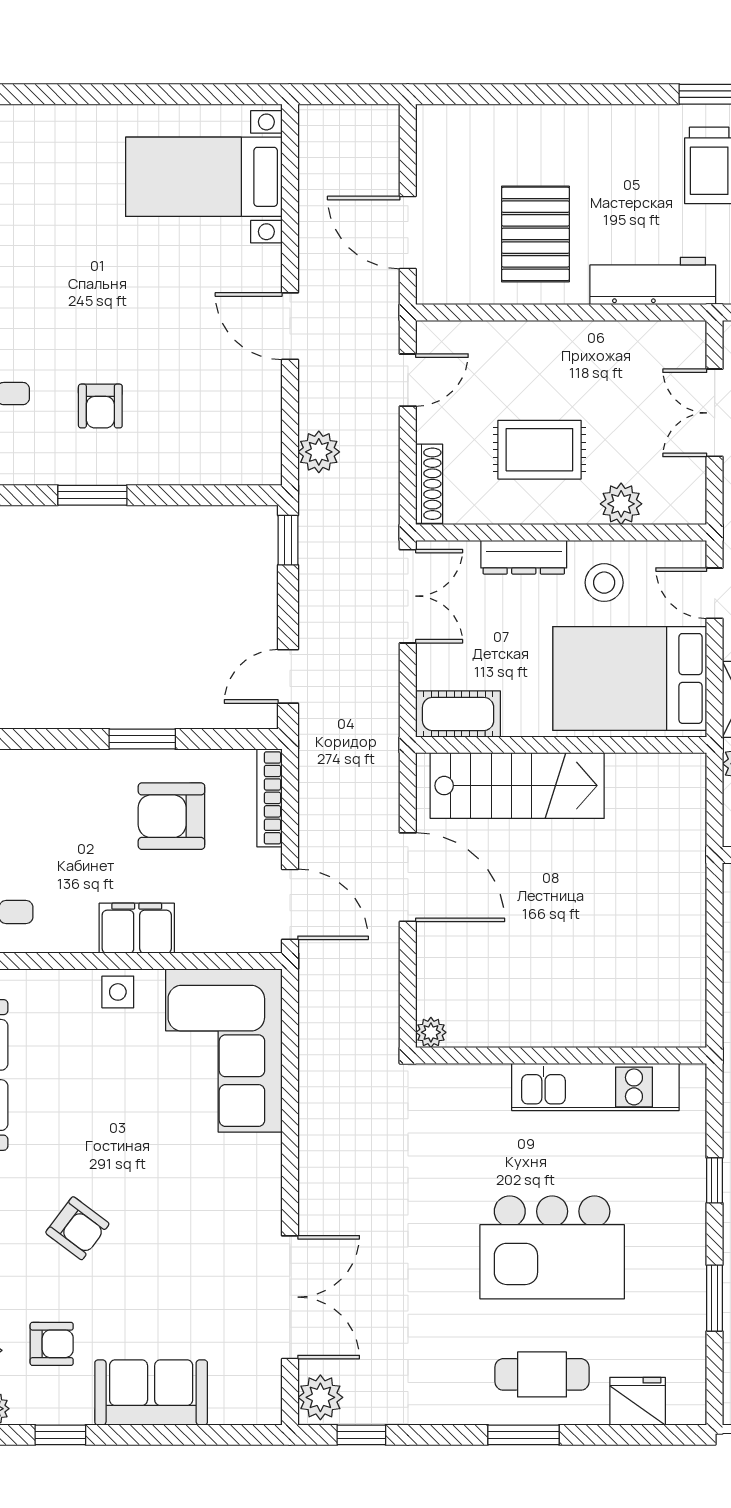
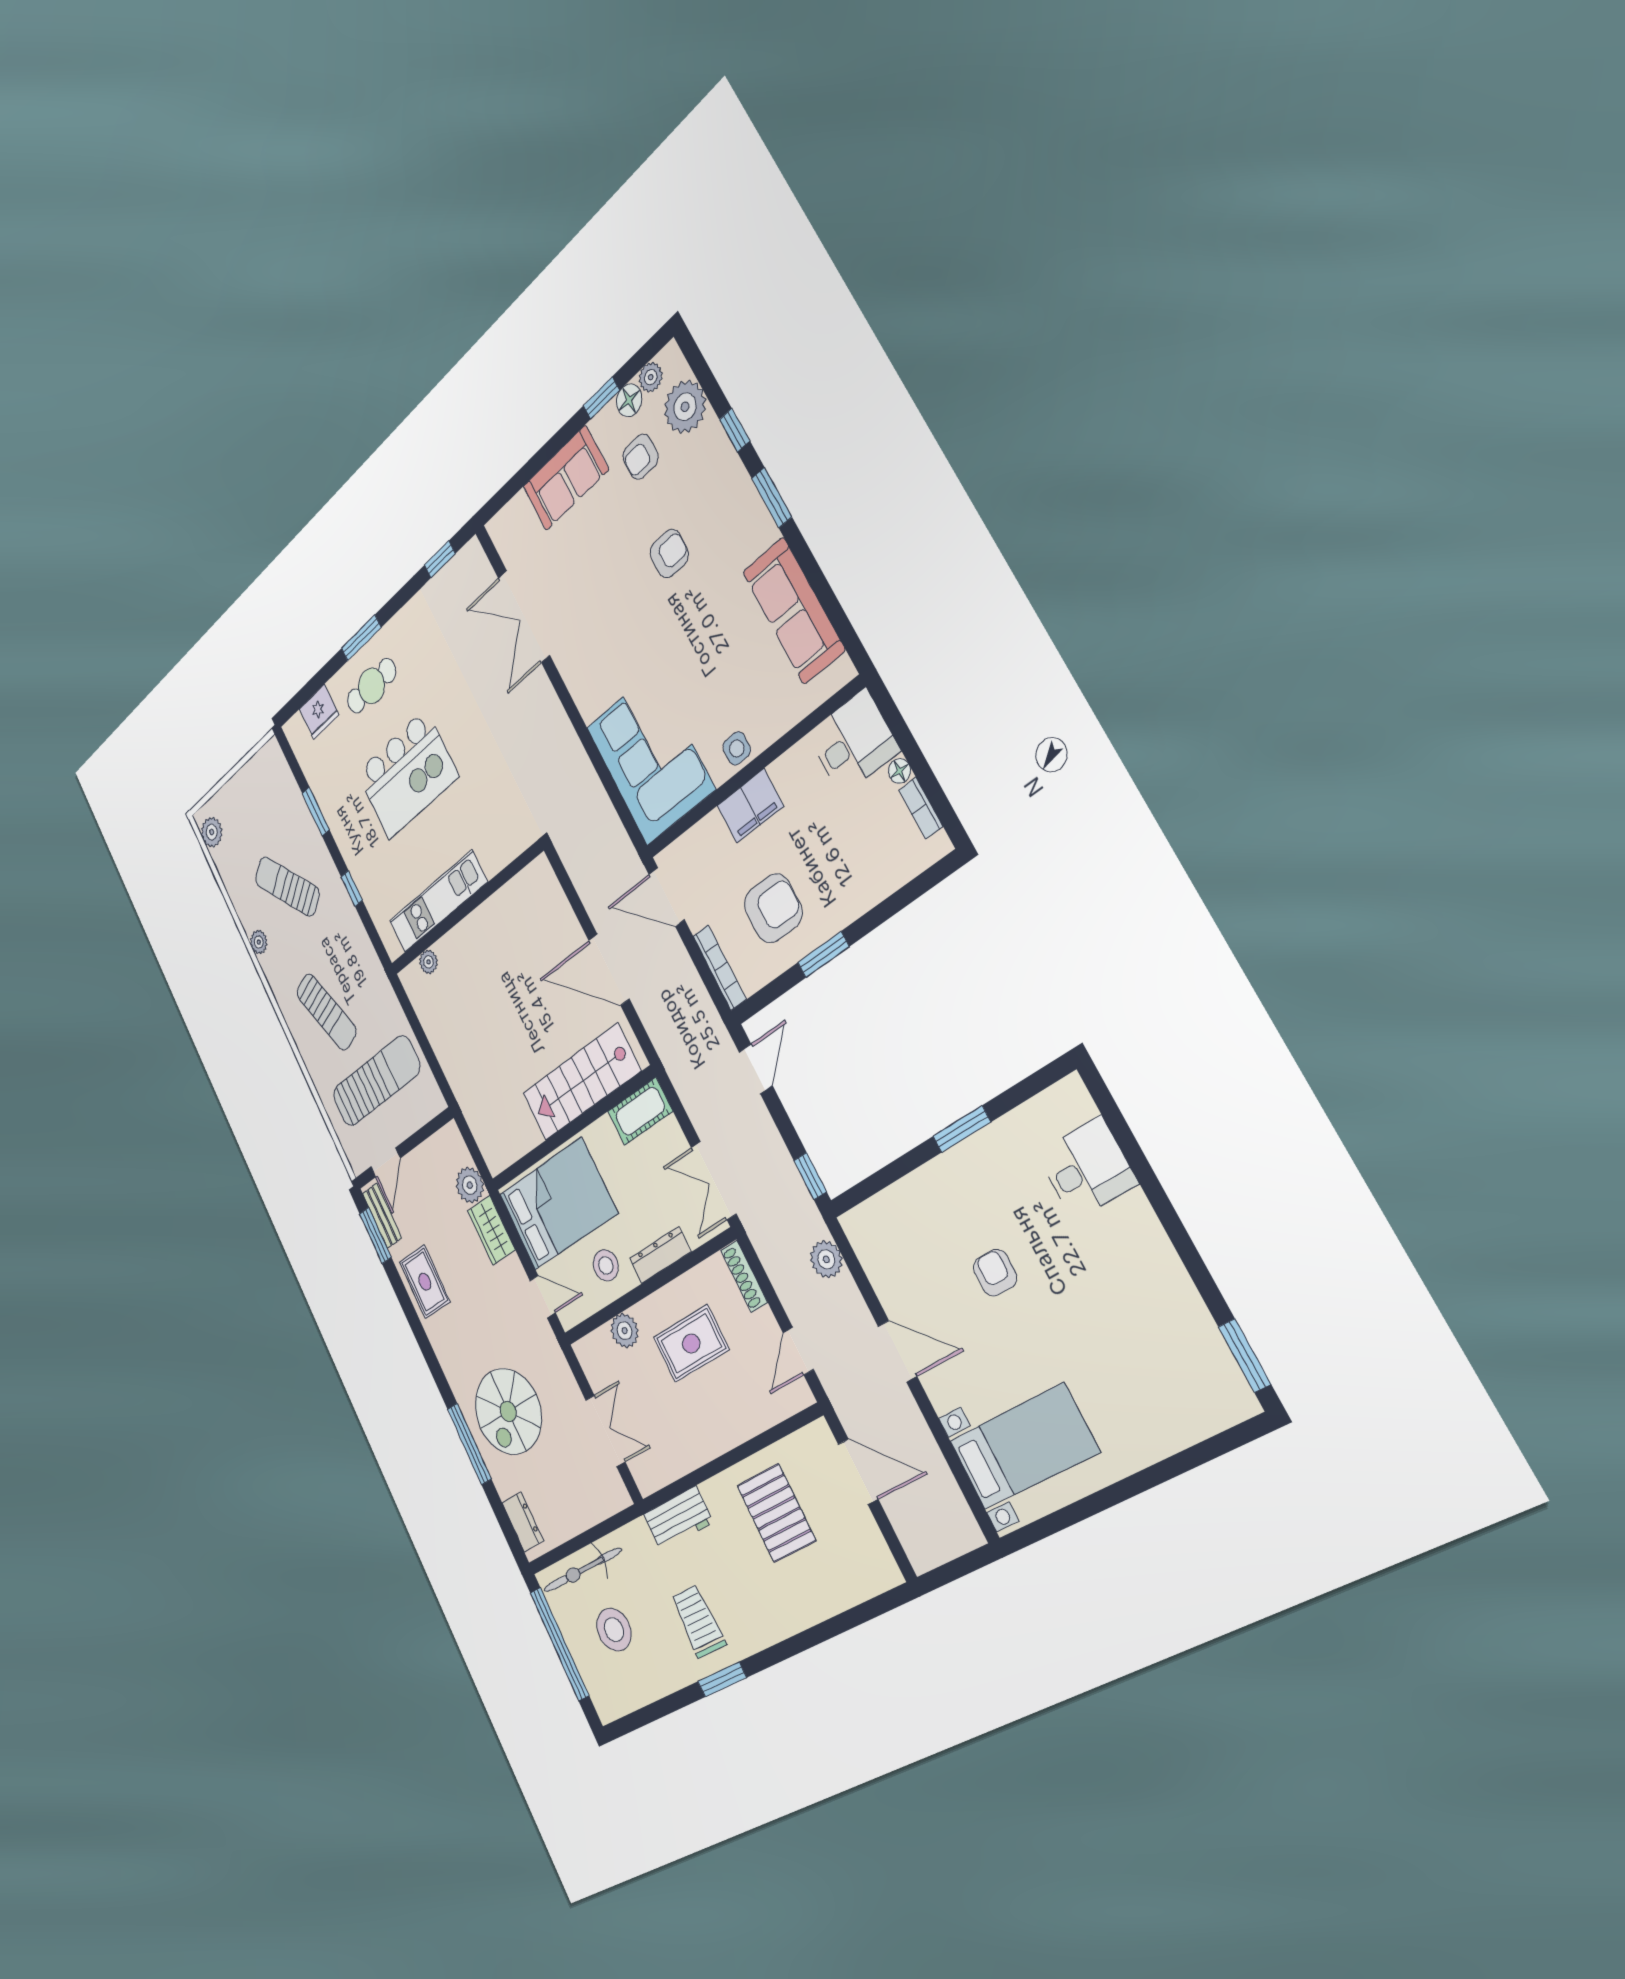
workbench: (653, 281) -> (678, 1518), width x0.73
armchair: (100, 406) -> (995, 1273), moved
plant: (431, 1032) -> (428, 962), moved
armchair: (77, 1228) -> (669, 554), turned 143
kitchen island: (552, 1247) -> (407, 774), turned 180
plant: (320, 1397) -> (473, 564), removed
floor lamp: (30, 1407) -> (629, 400), added

